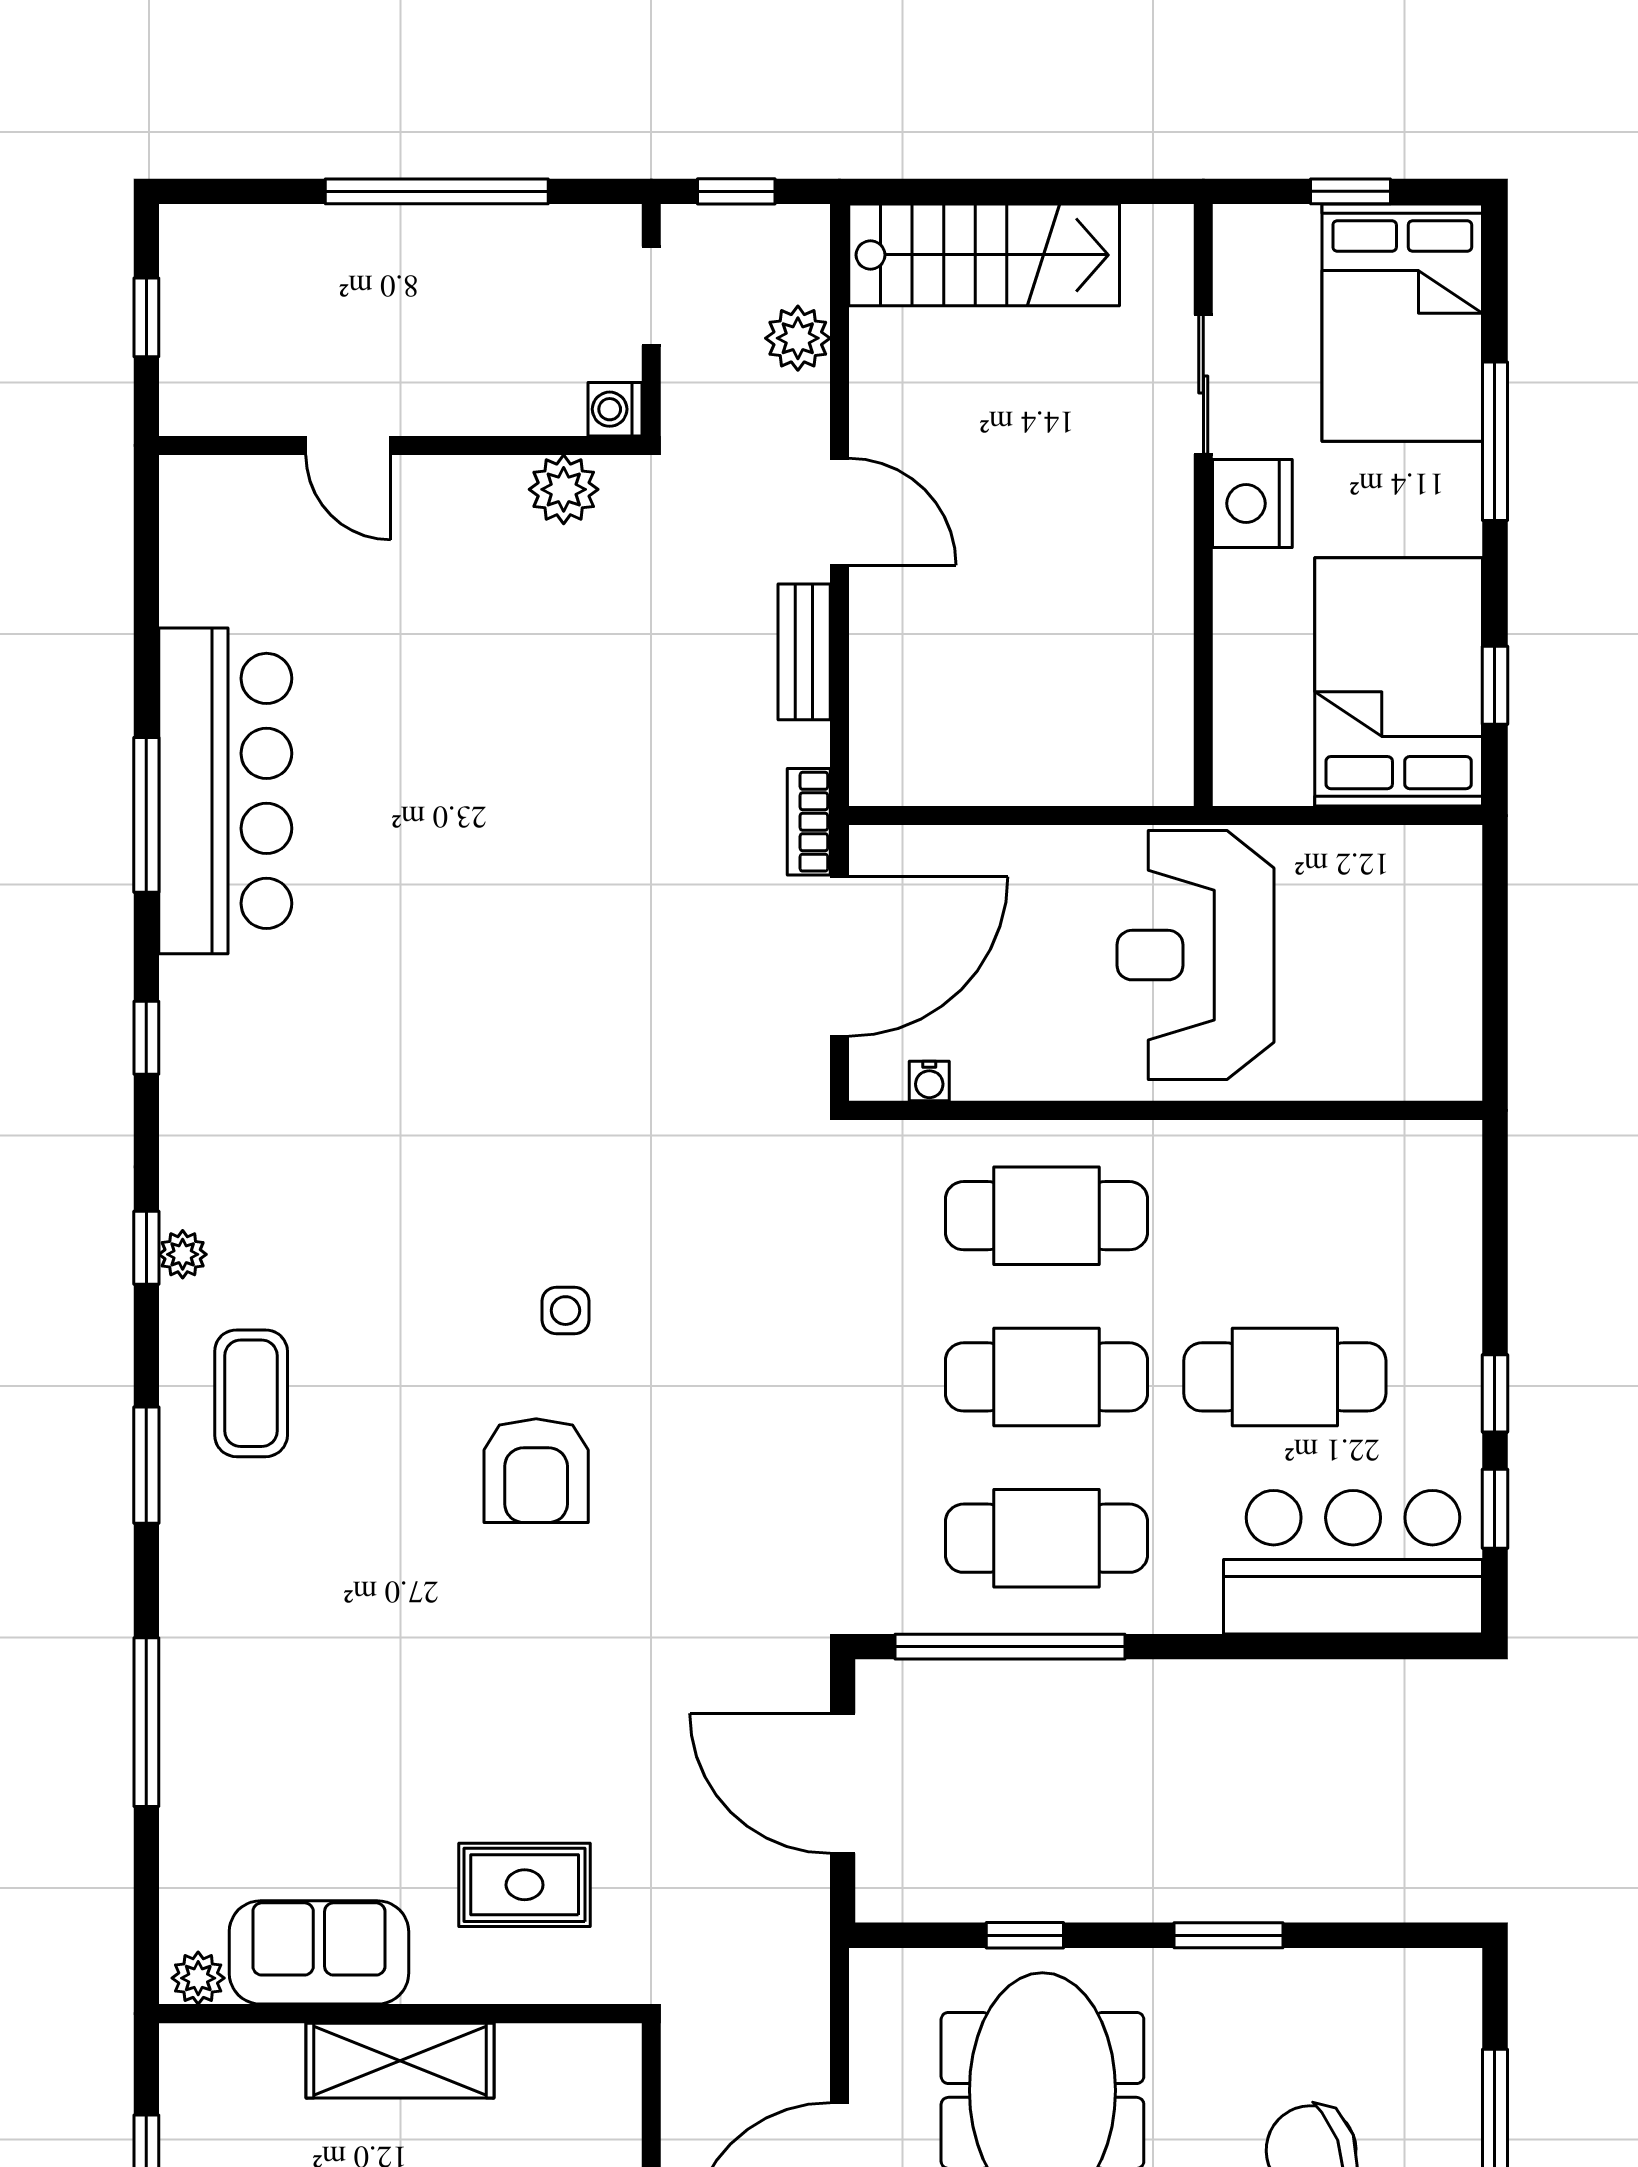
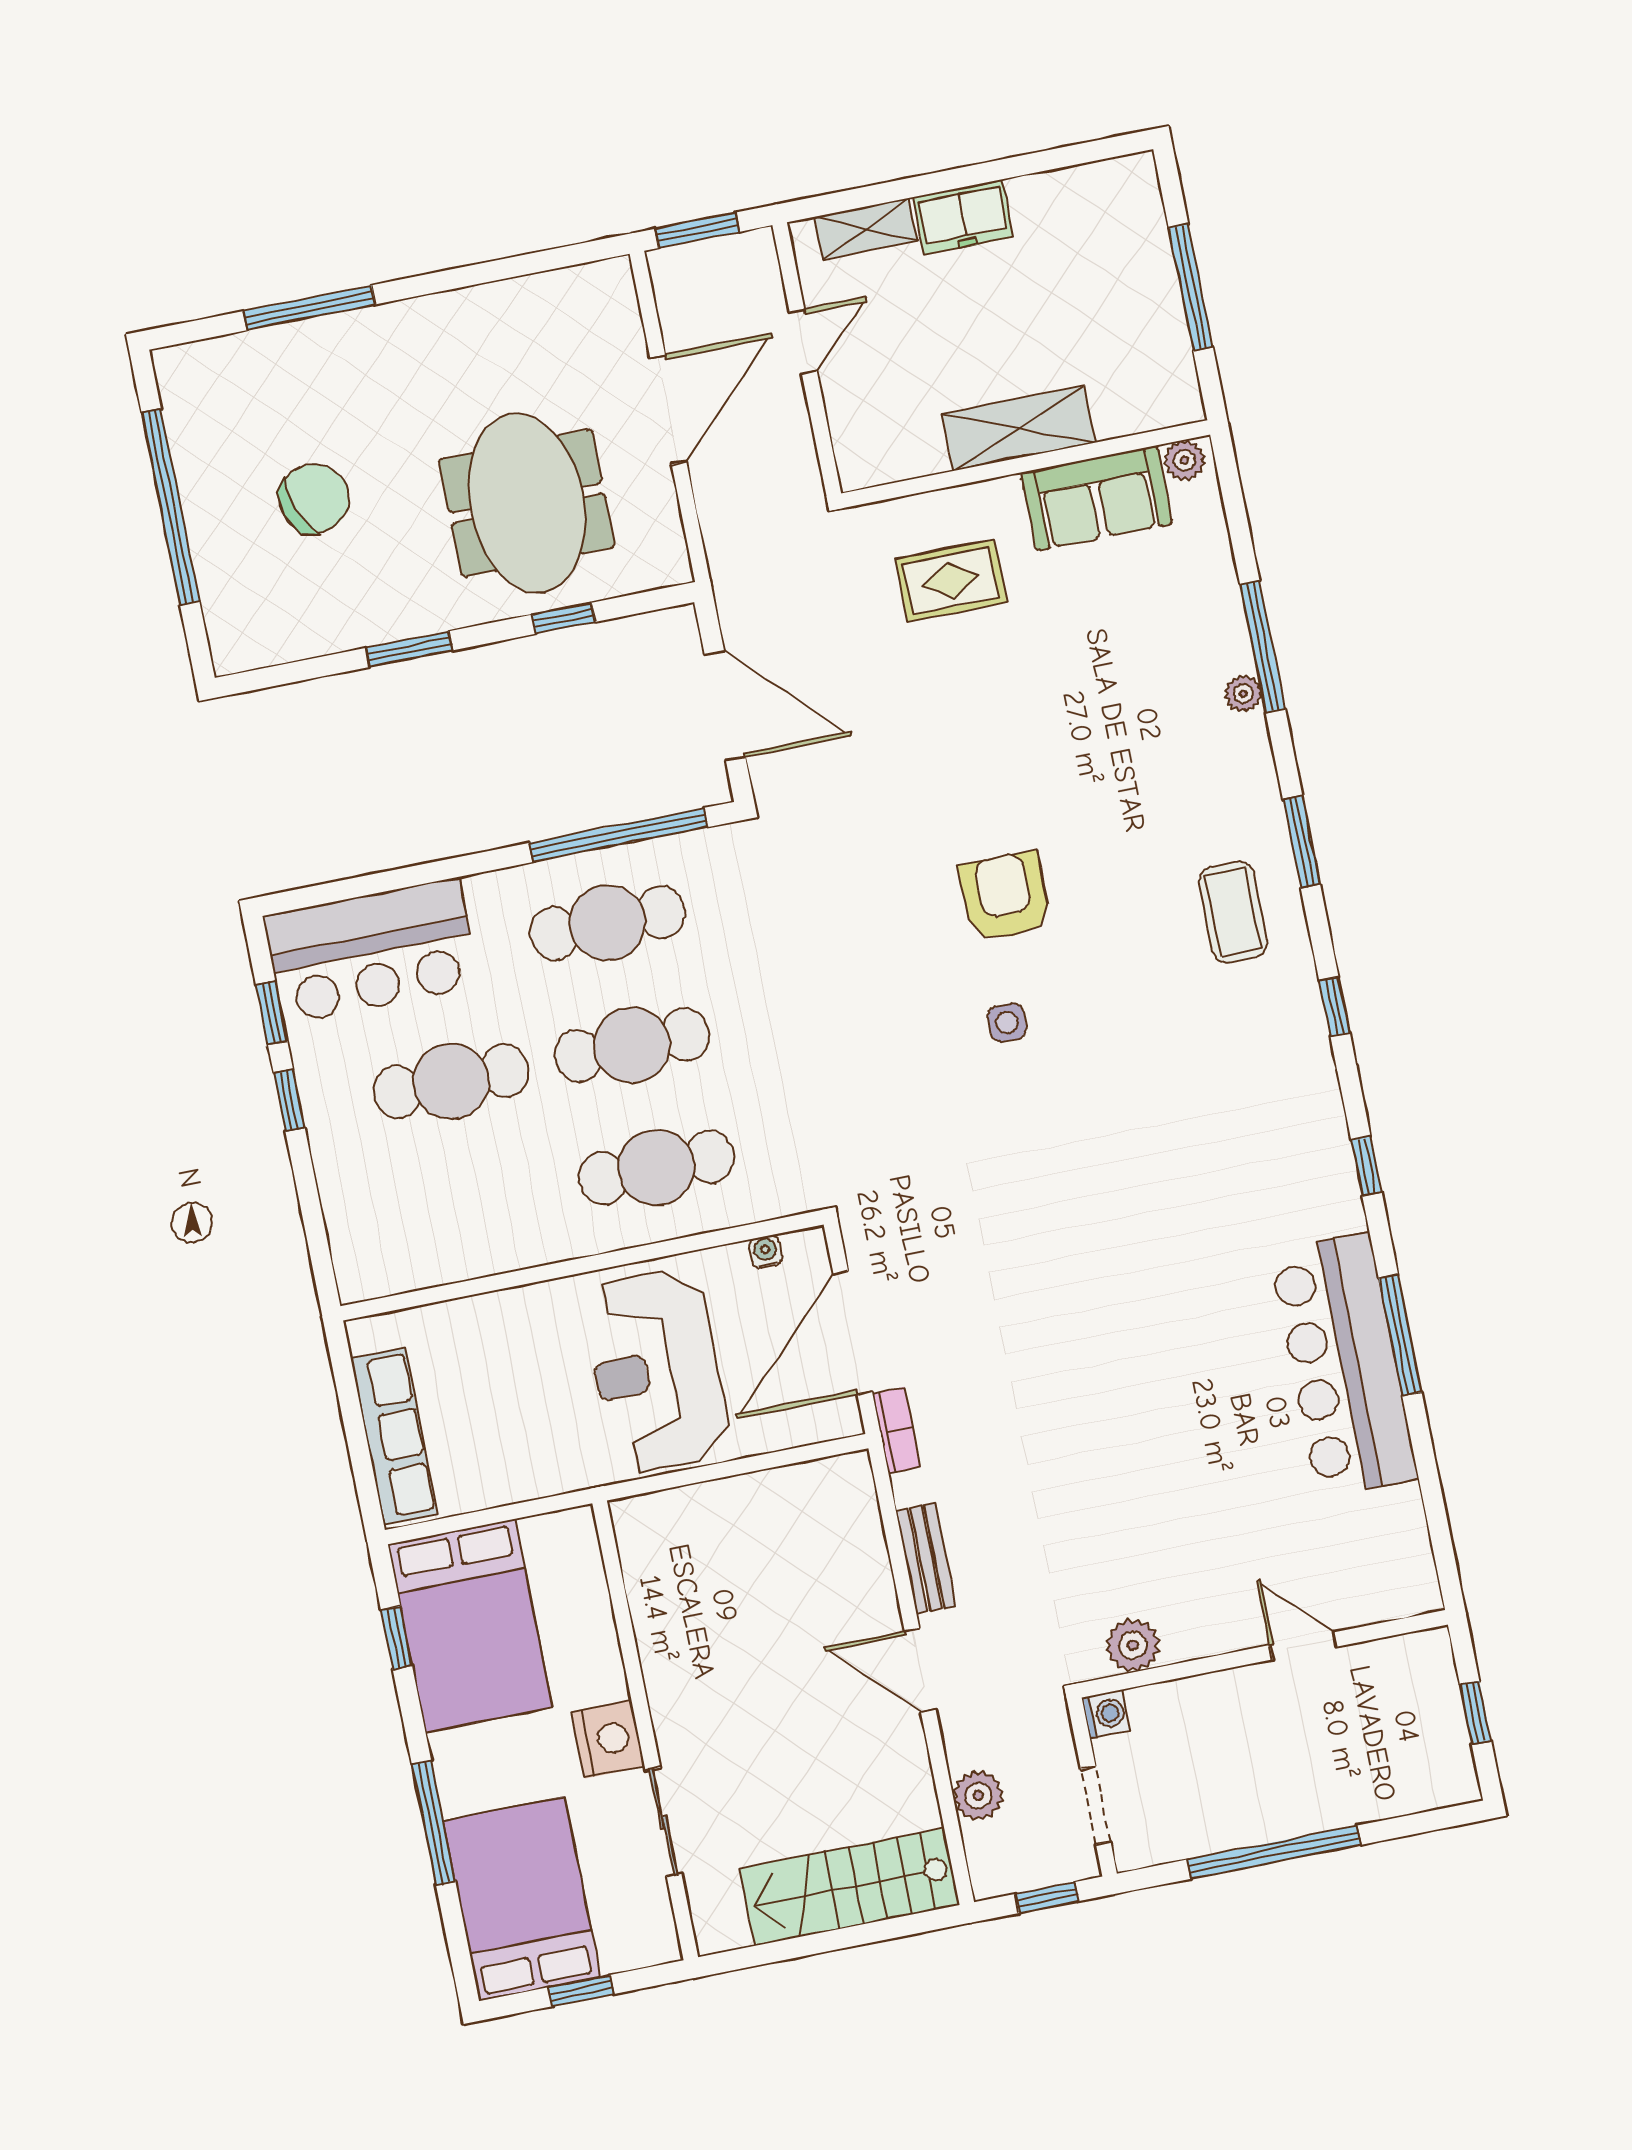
row of seats: (1447, 942) -> (394, 1436), added
reception desk: (1195, 955) -> (656, 1371), moved, turned 180
plant: (183, 1254) -> (1243, 694), moved

